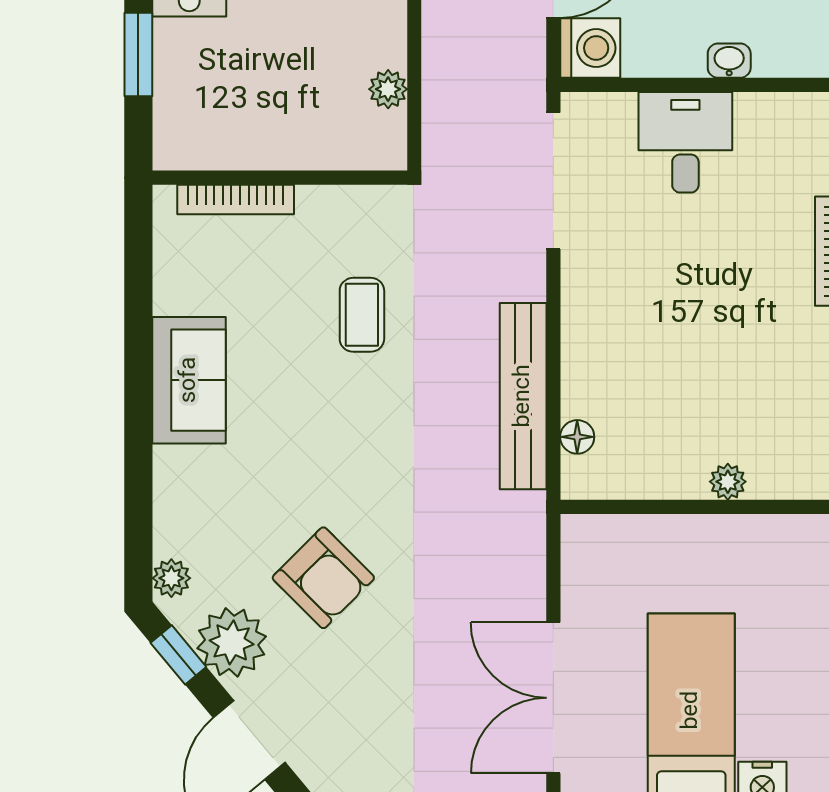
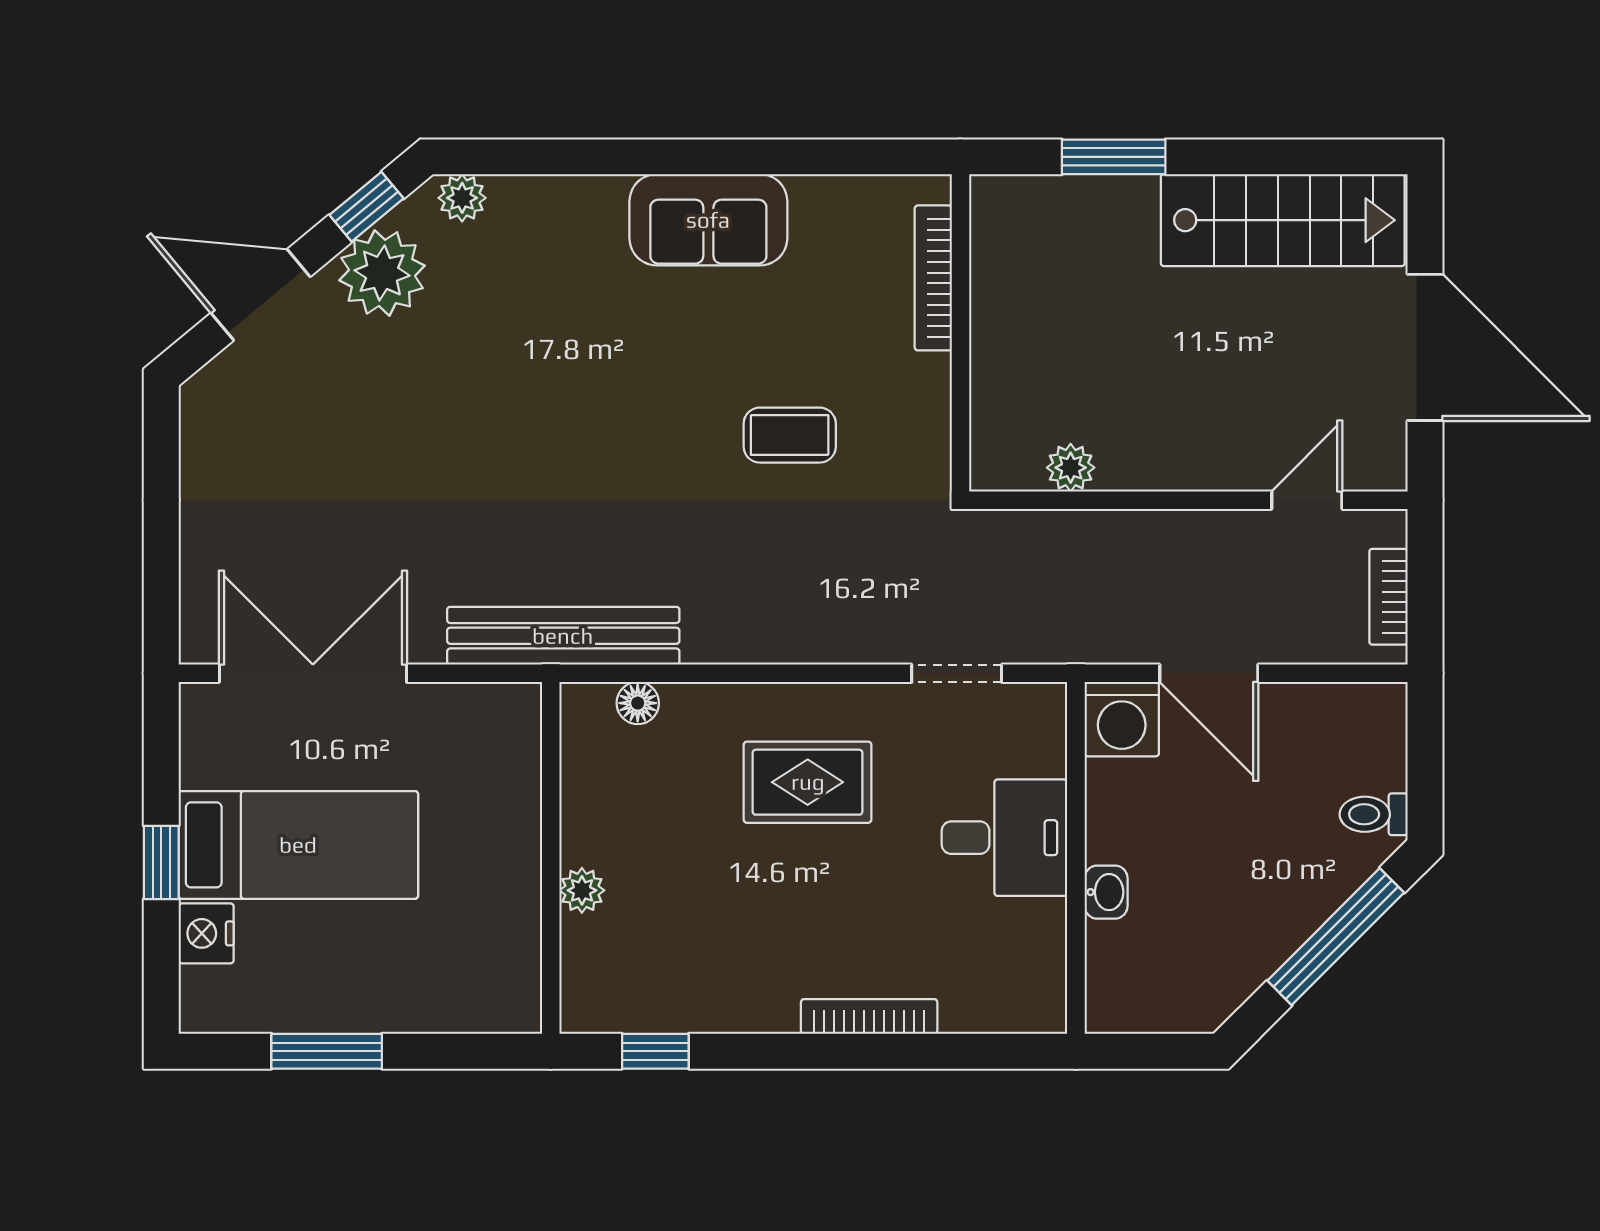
doorway: (553, 181) -> (957, 673), width x0.53
rug: (641, 301) -> (808, 782), added
bench: (523, 396) -> (563, 636), moved
armchair: (323, 578) -> (462, 387), removed

